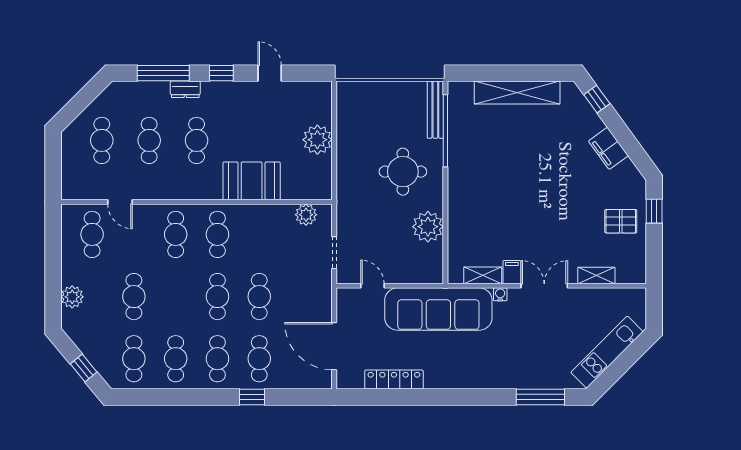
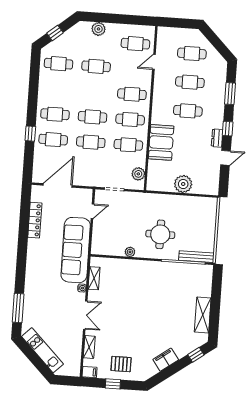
window: (163, 73) -> (230, 94), width x0.69
dresser: (185, 89) -> (217, 138), moved
shelving: (517, 93) -> (203, 315), width x0.68
window: (654, 211) -> (113, 384), moved
pallet: (621, 221) -> (121, 364), turned 90
plant: (428, 227) -> (130, 252), width x0.53, depth x0.53
filing cabinet: (512, 272) -> (90, 372), moved
cafe table: (176, 359) -> (128, 145), moved

